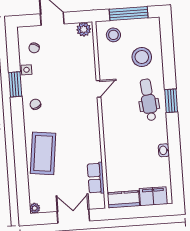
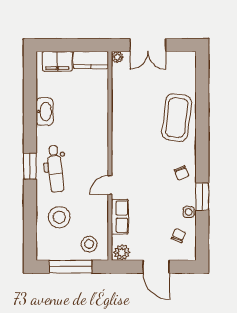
washbasin: (164, 150) -> (45, 112), width x1.91, depth x1.45
row of seats: (96, 178) -> (120, 217), moved
plant: (35, 208) -> (117, 57), moved

